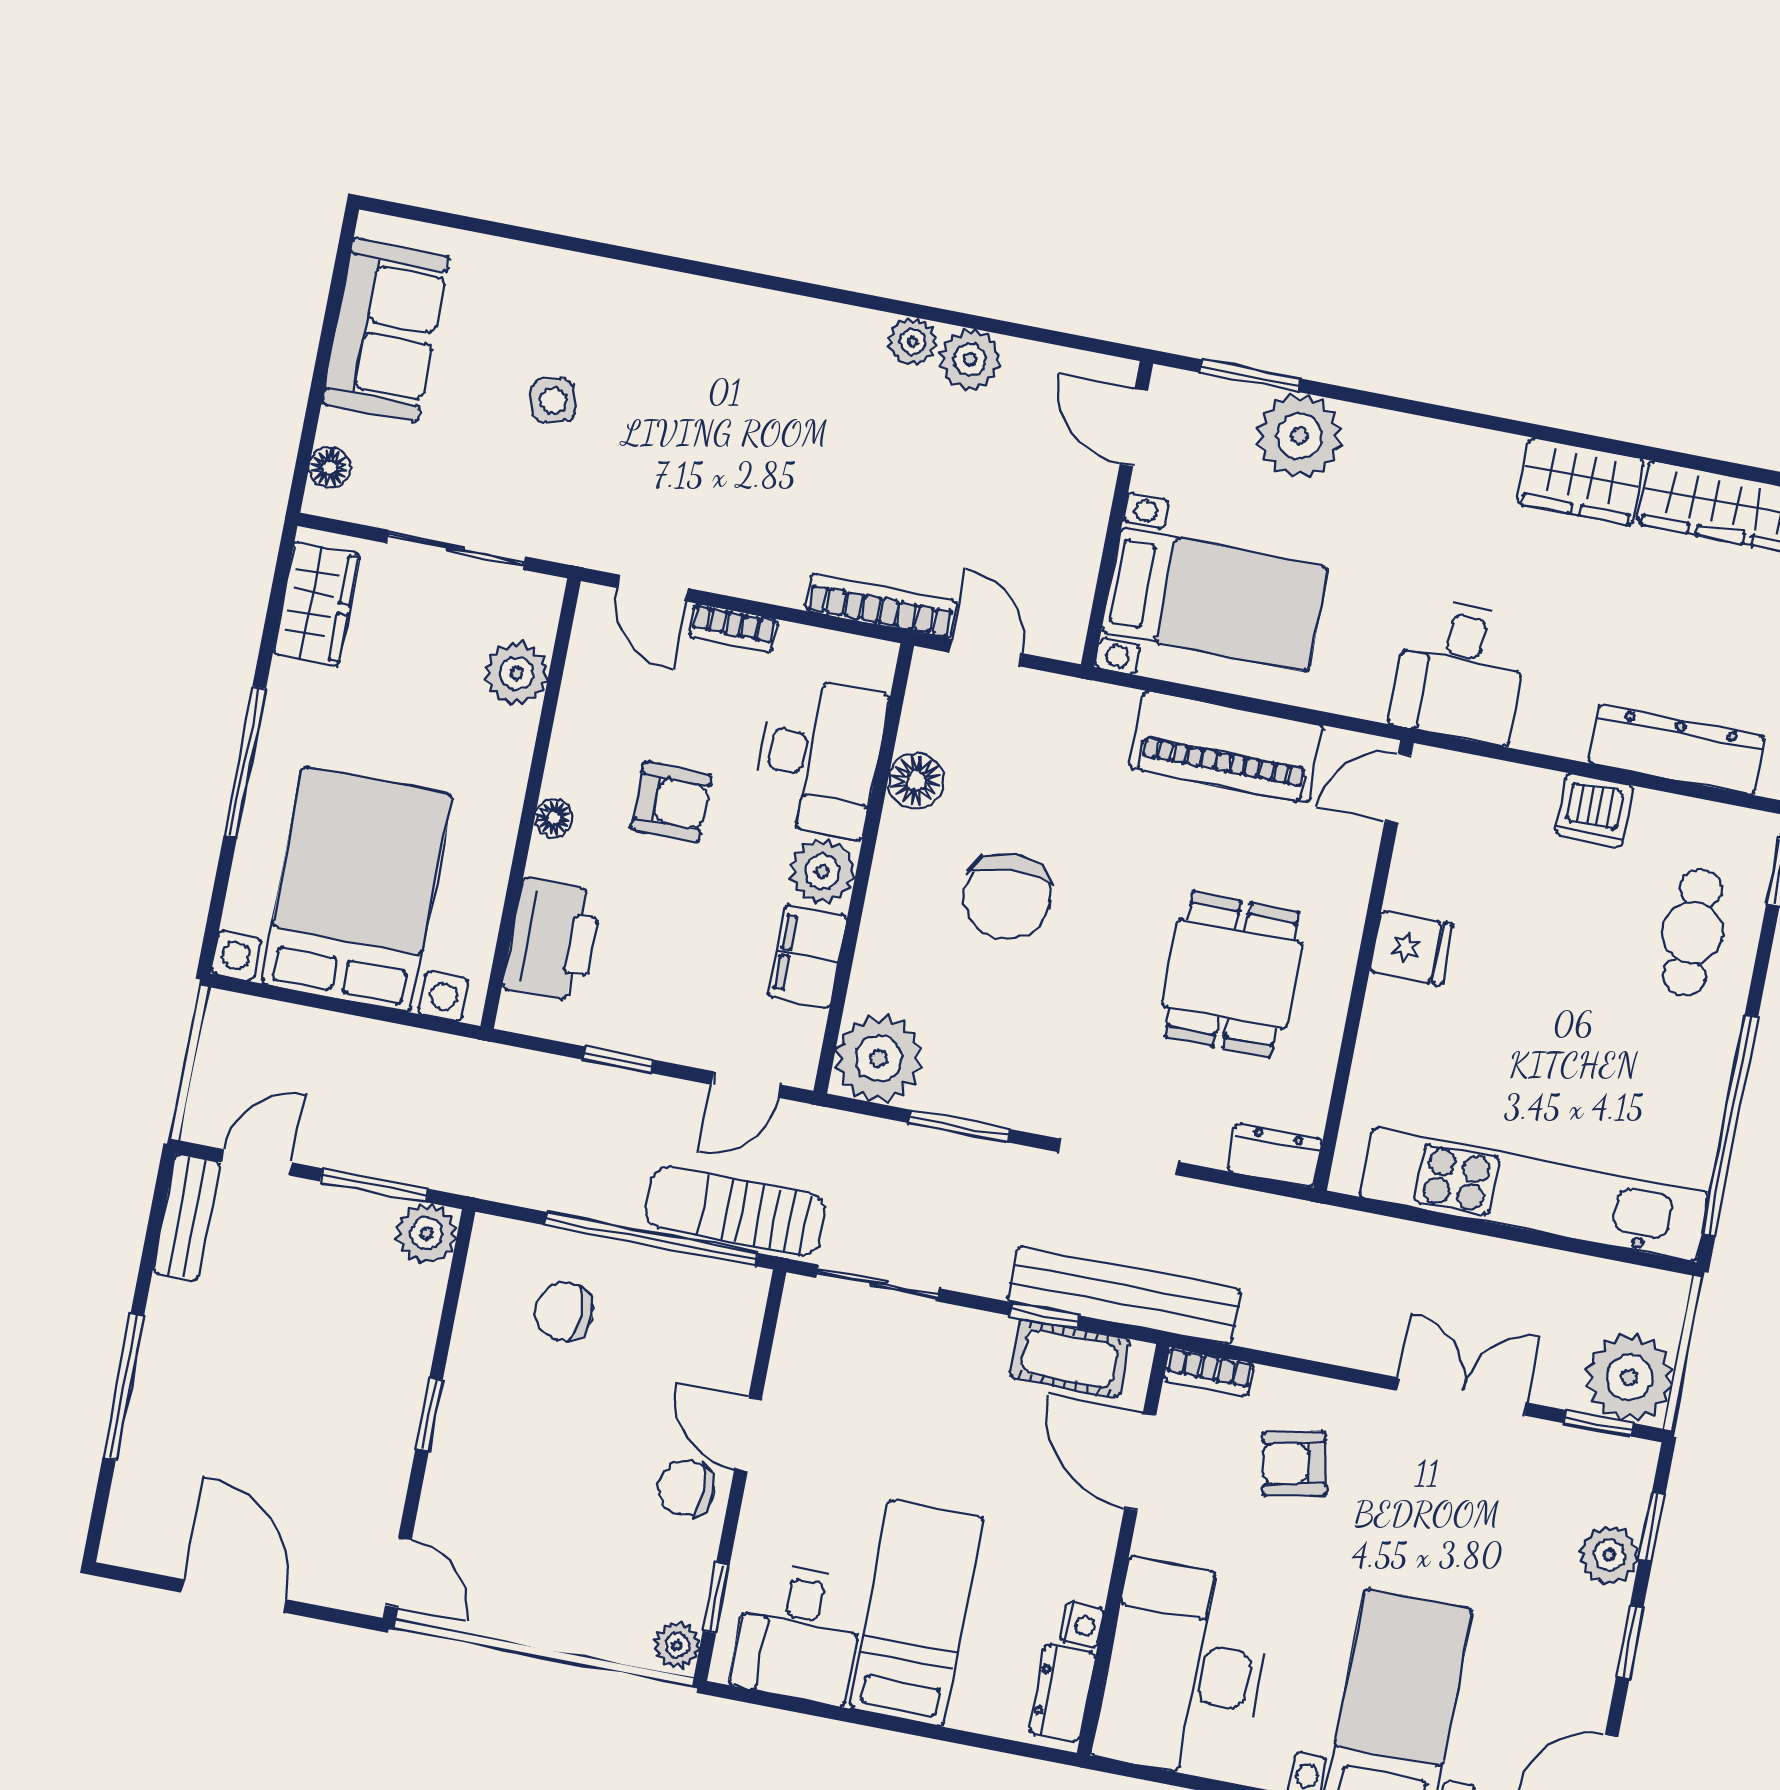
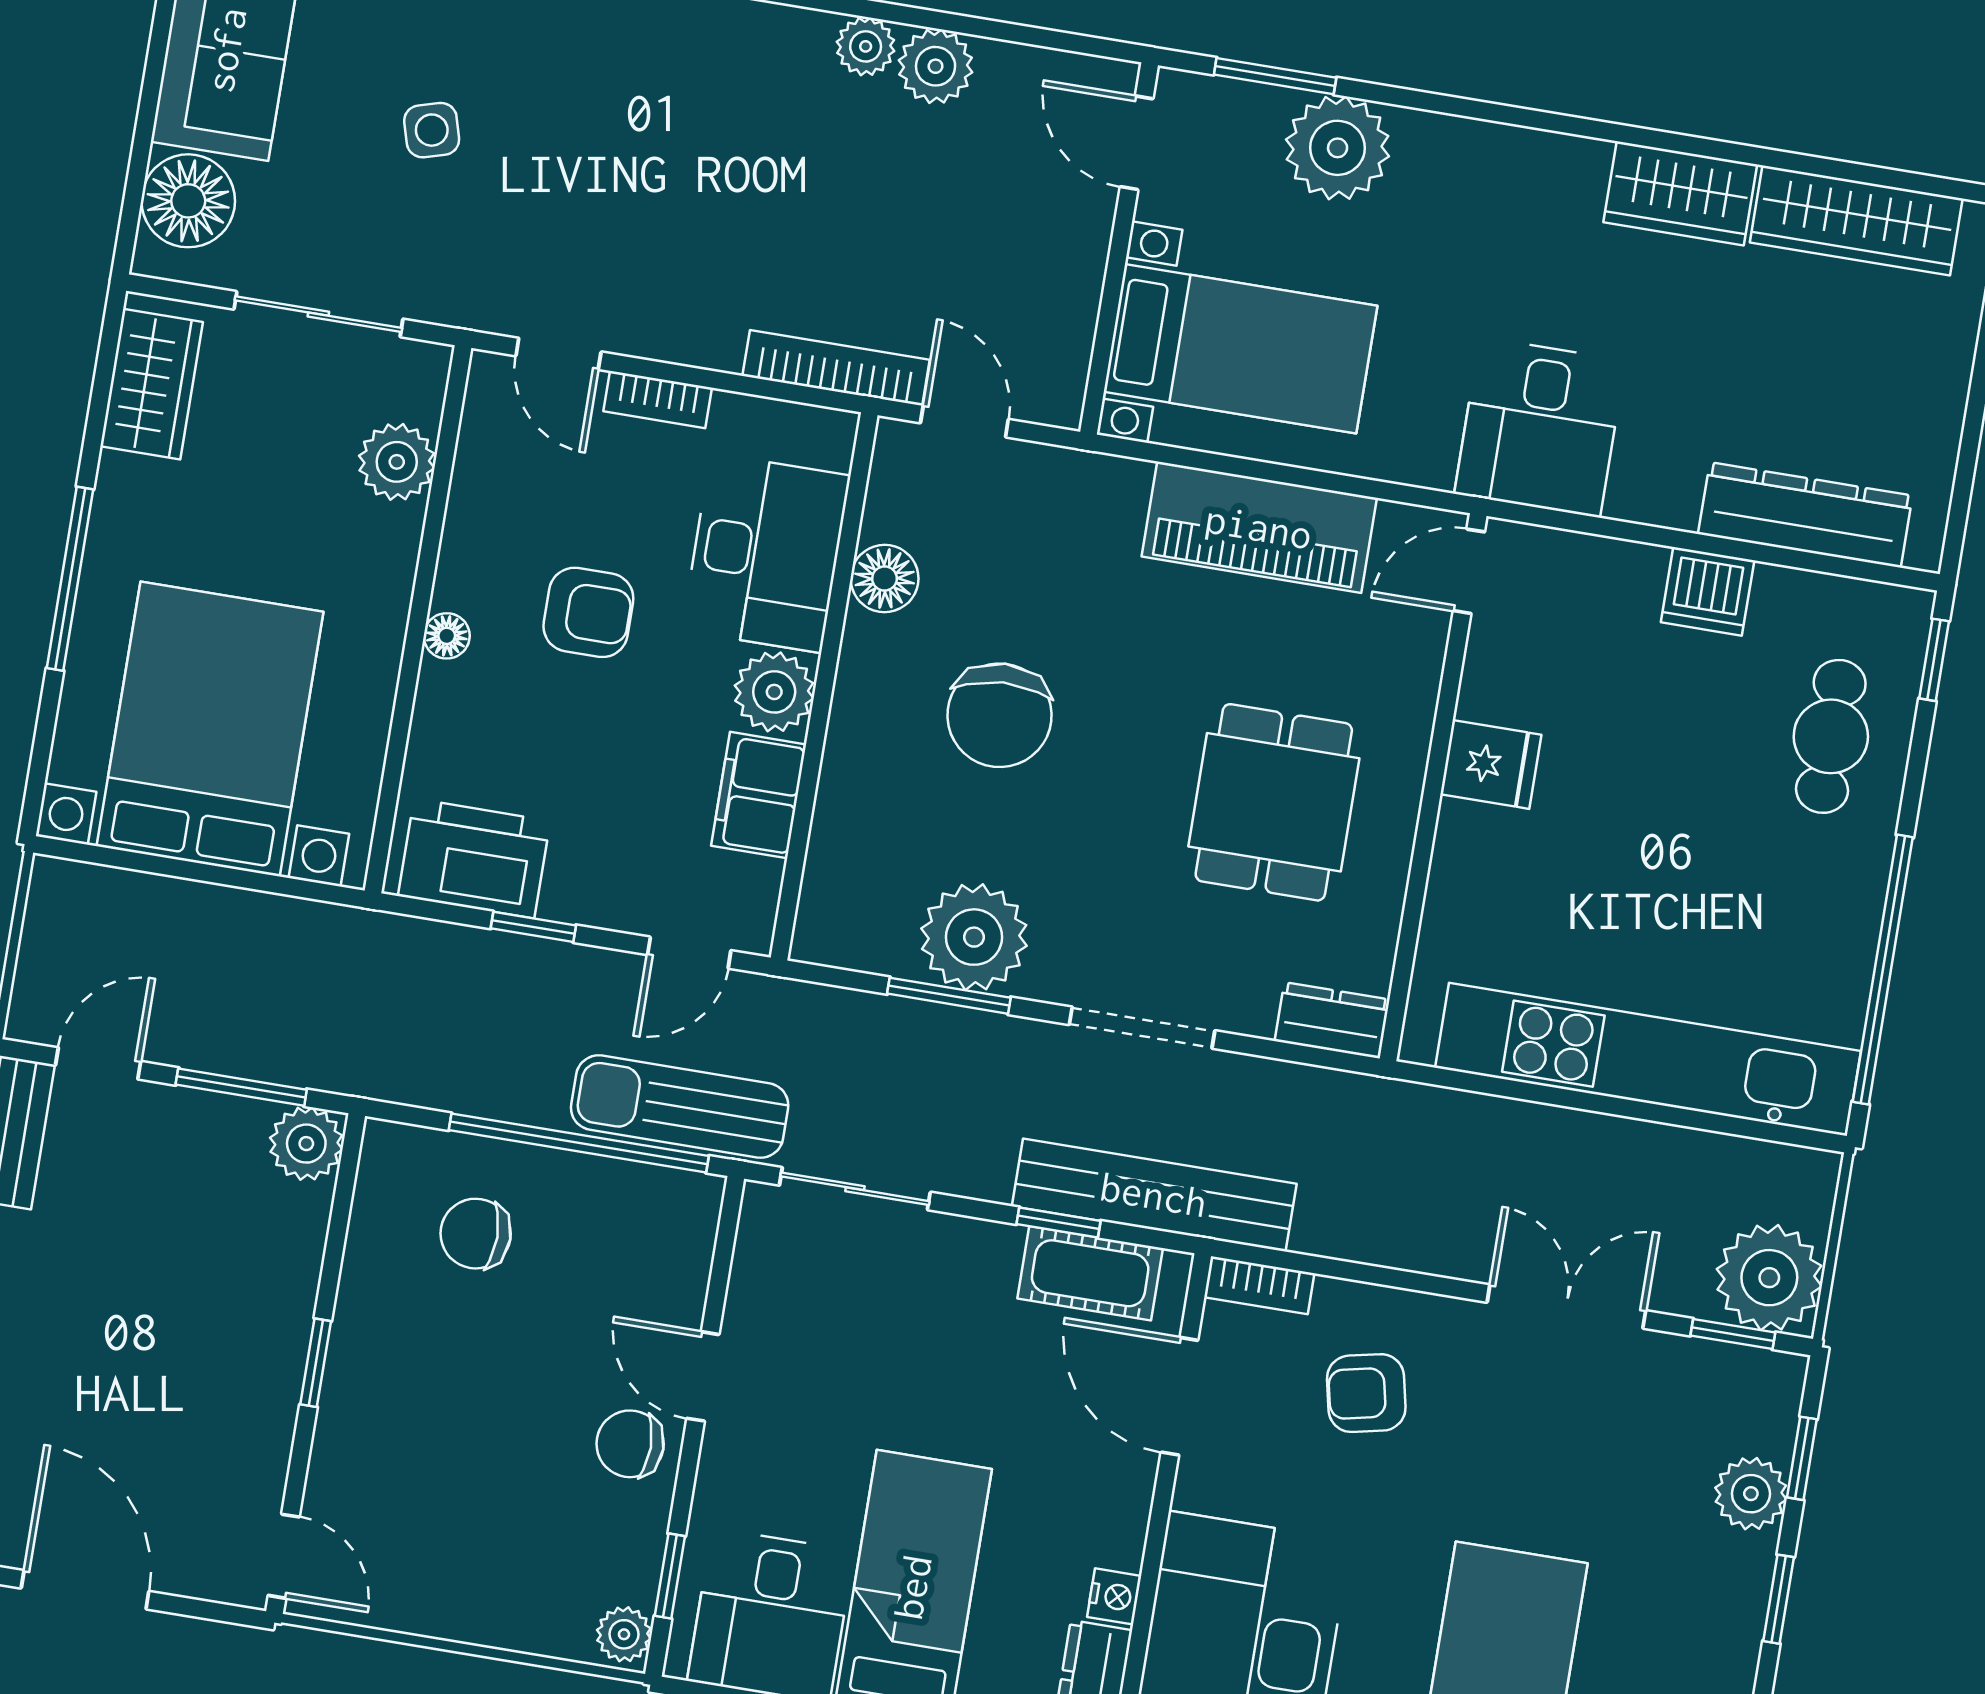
floor lamp: (330, 468) -> (188, 201), width x1.89, depth x1.89
printer: (553, 940) -> (474, 858), moved, turned -90
plant: (879, 1058) -> (974, 937), moved

